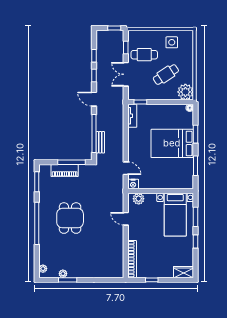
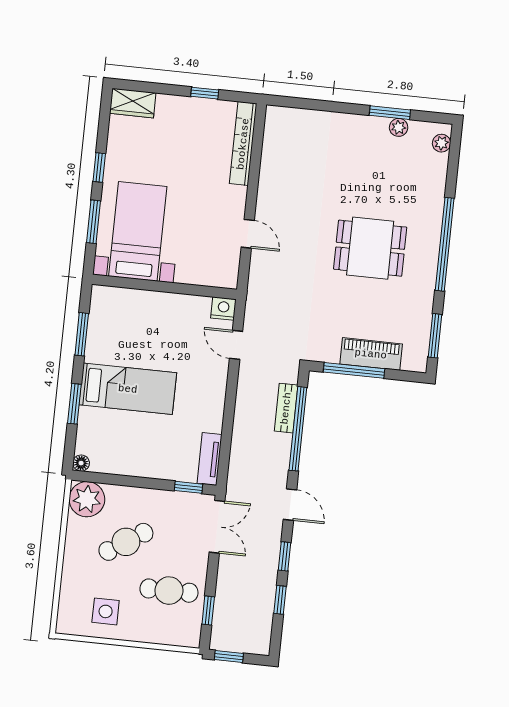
double door: (126, 74) -> (217, 527), moved
bed: (172, 143) -> (128, 389), width x0.67
plant: (139, 199) -> (215, 275), removed
dining table: (70, 218) -> (370, 248), turned 90

